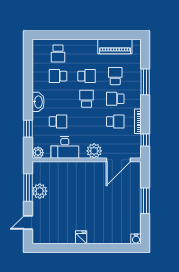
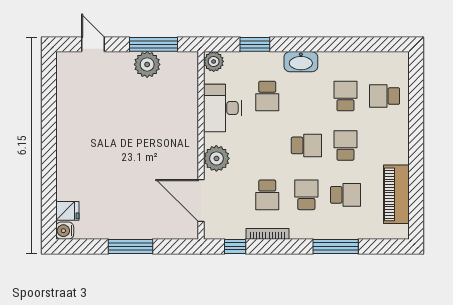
school desk: (87, 76) -> (345, 145), turned 180
fridge: (81, 237) -> (67, 211), moved

